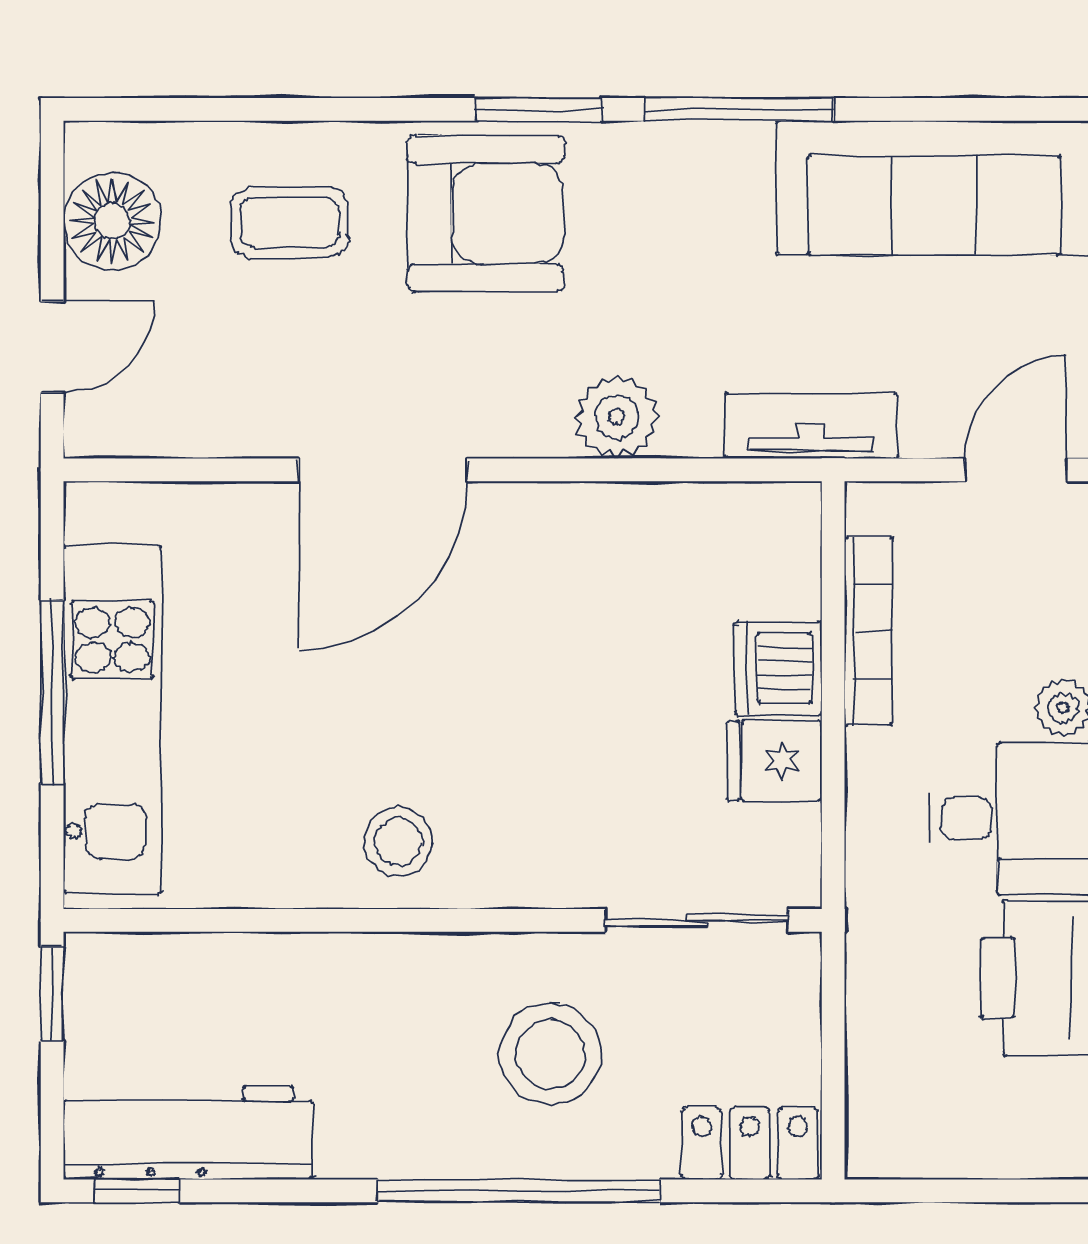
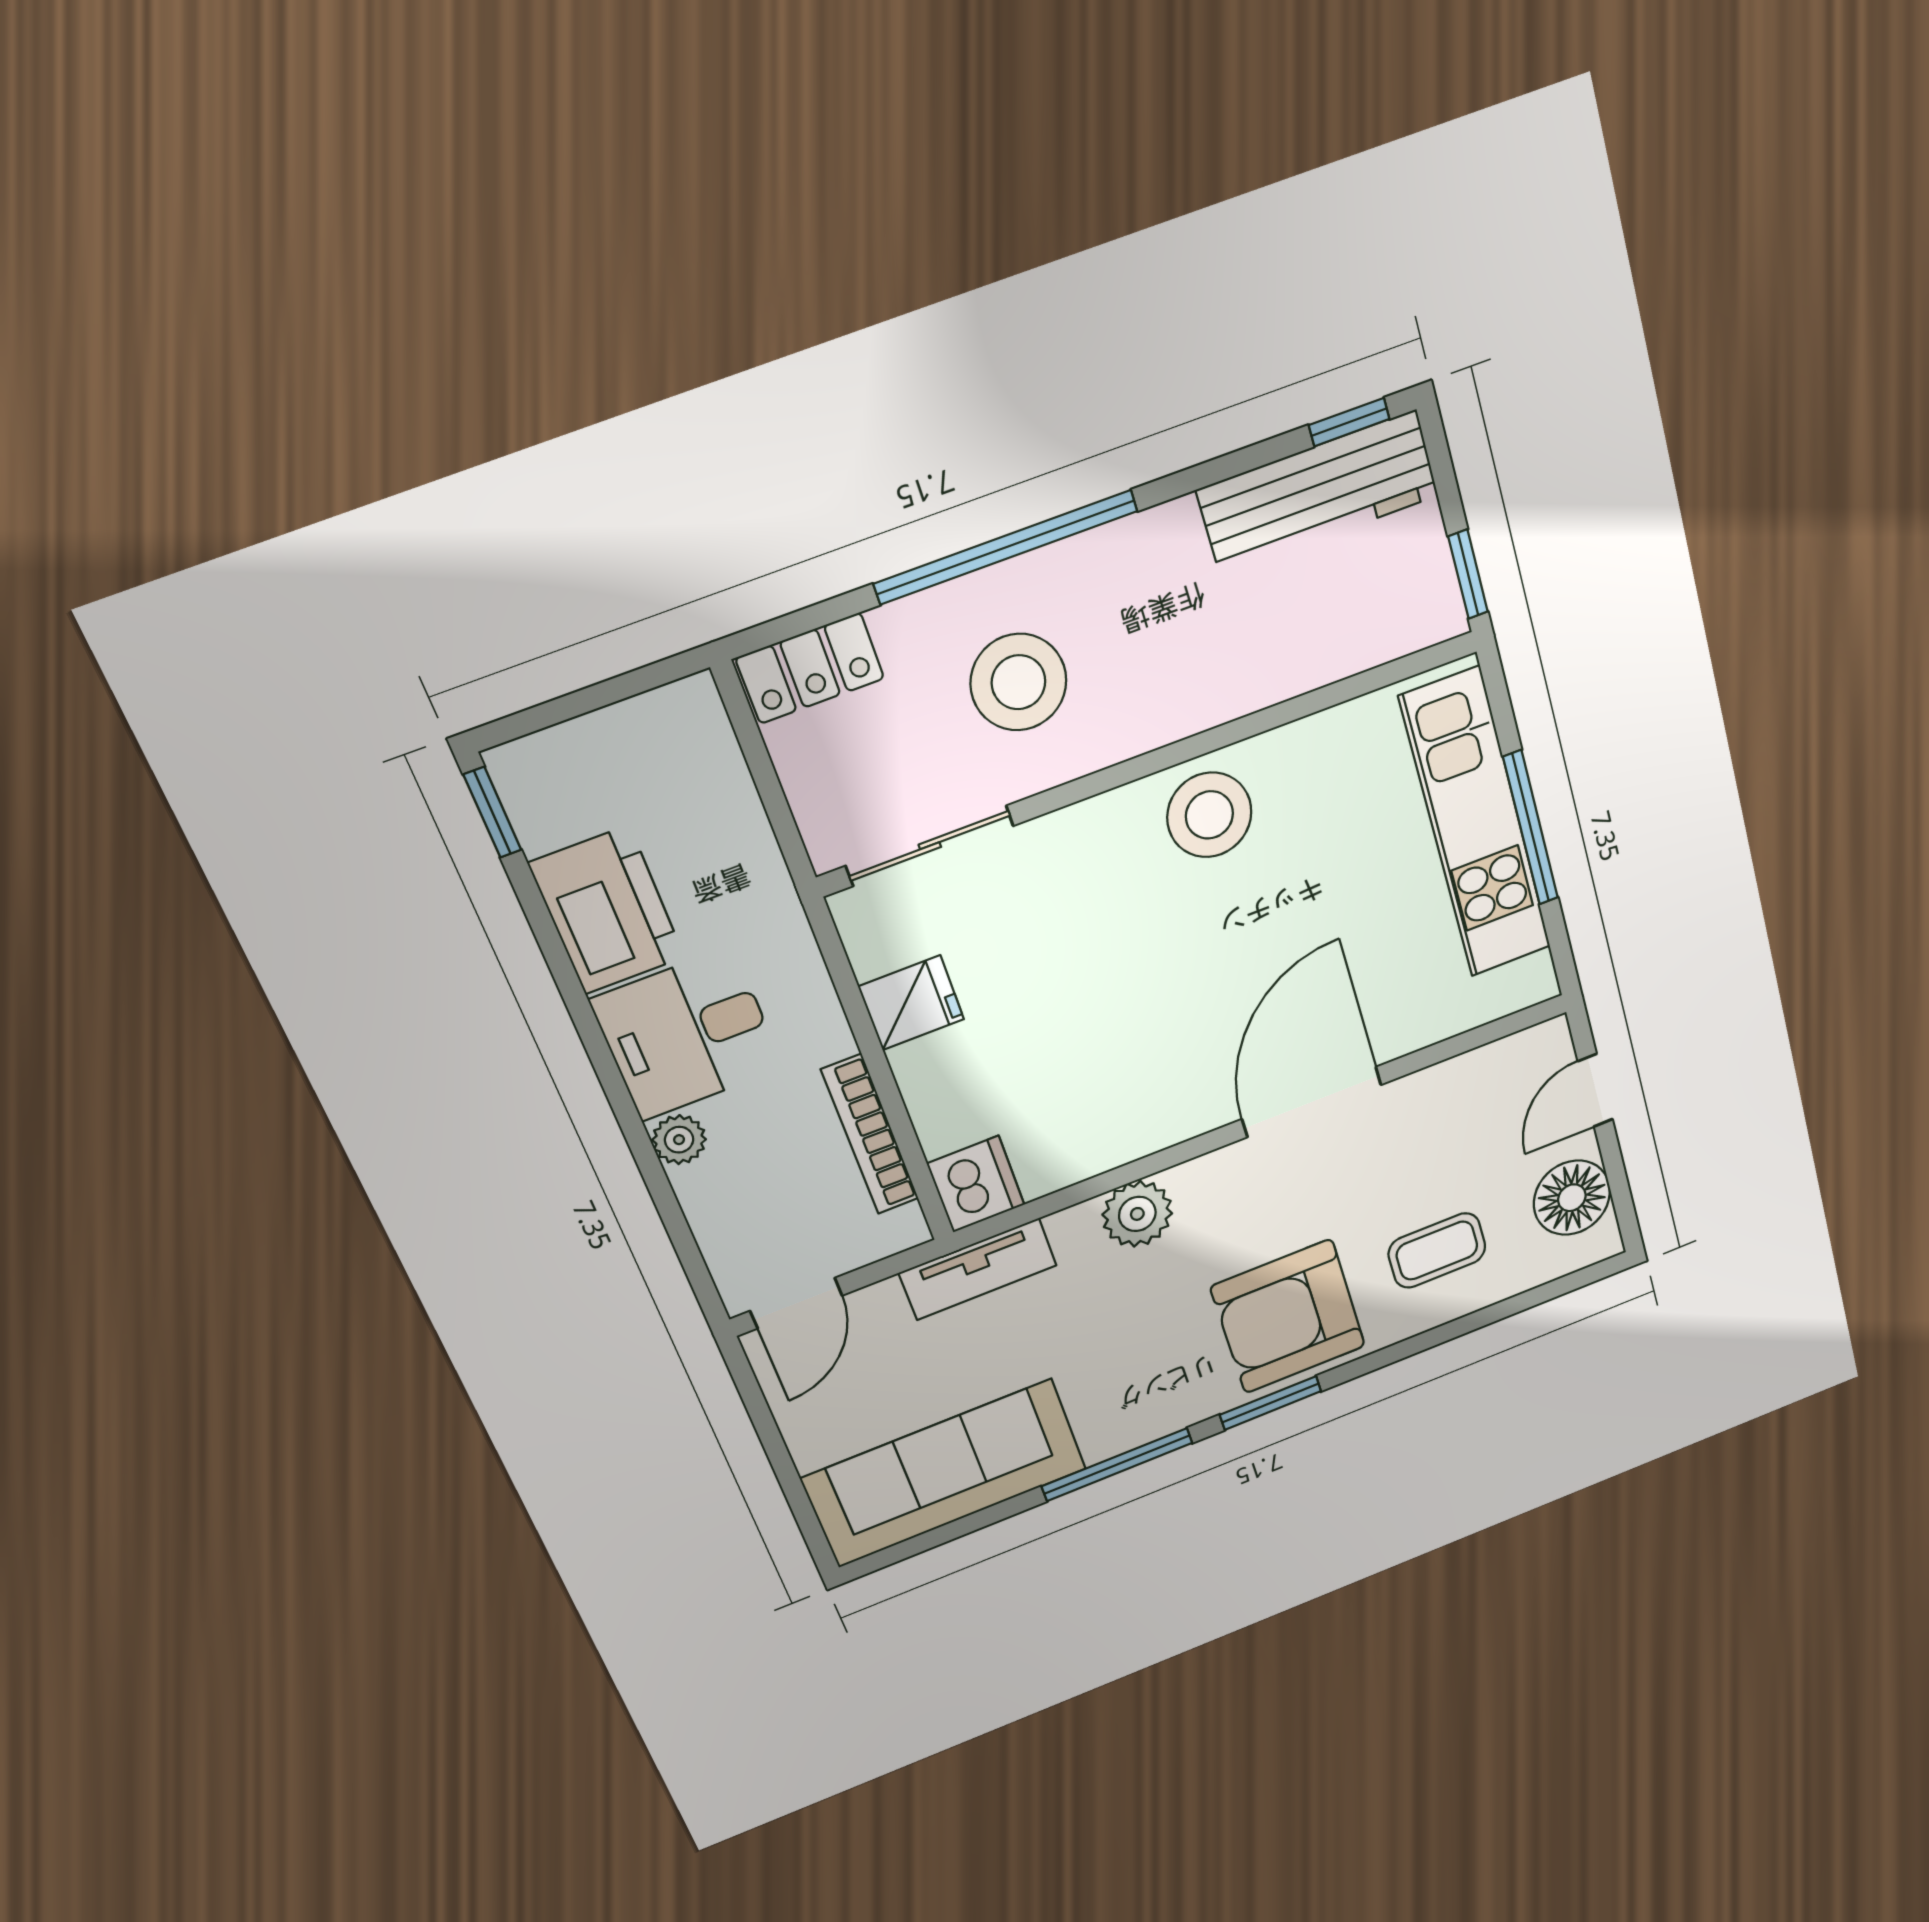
dishwasher: (779, 668) -> (976, 1184), moved
stool: (399, 842) -> (1209, 815), width x1.38, depth x1.38

